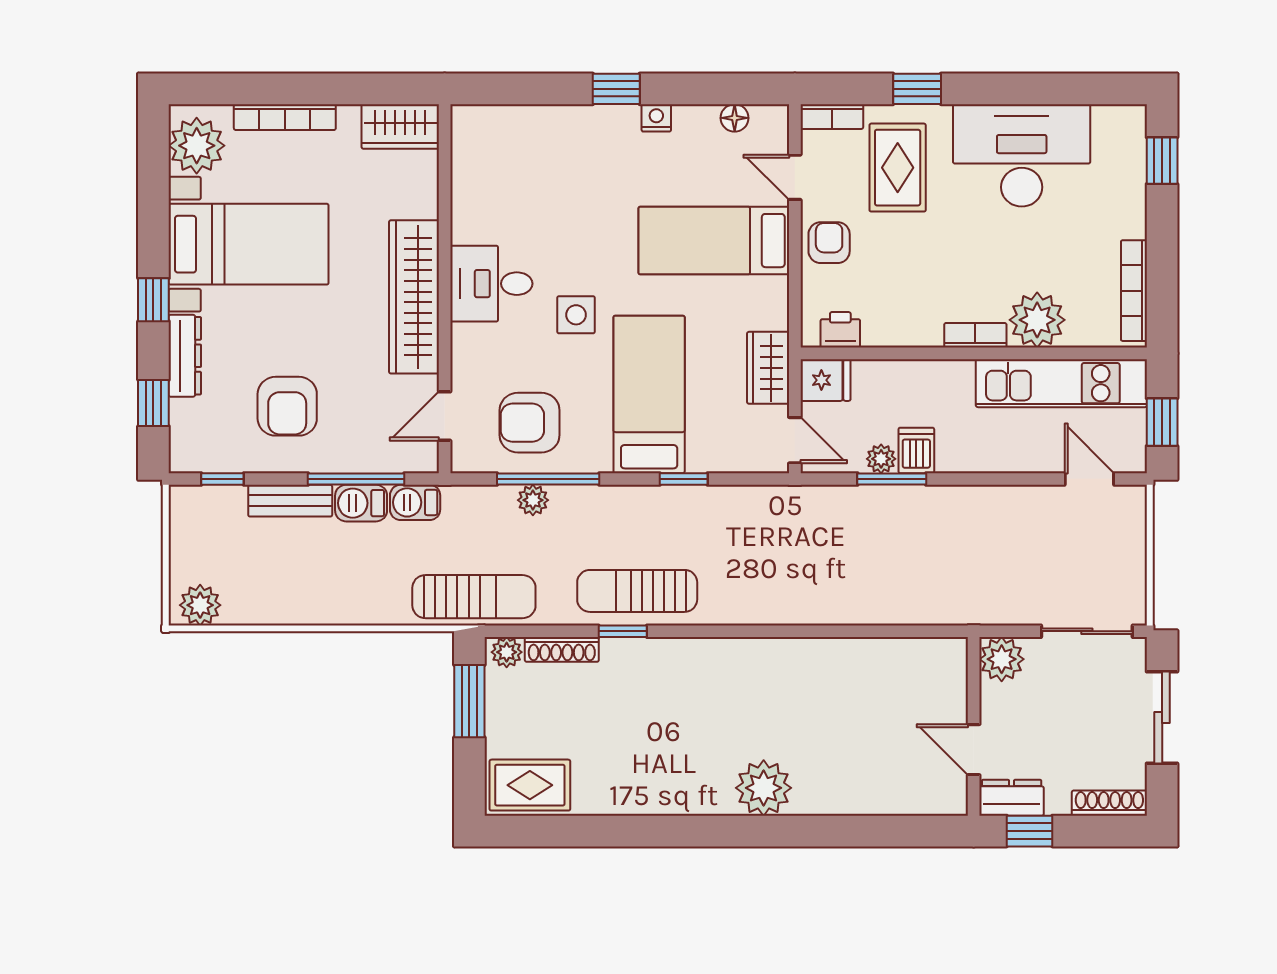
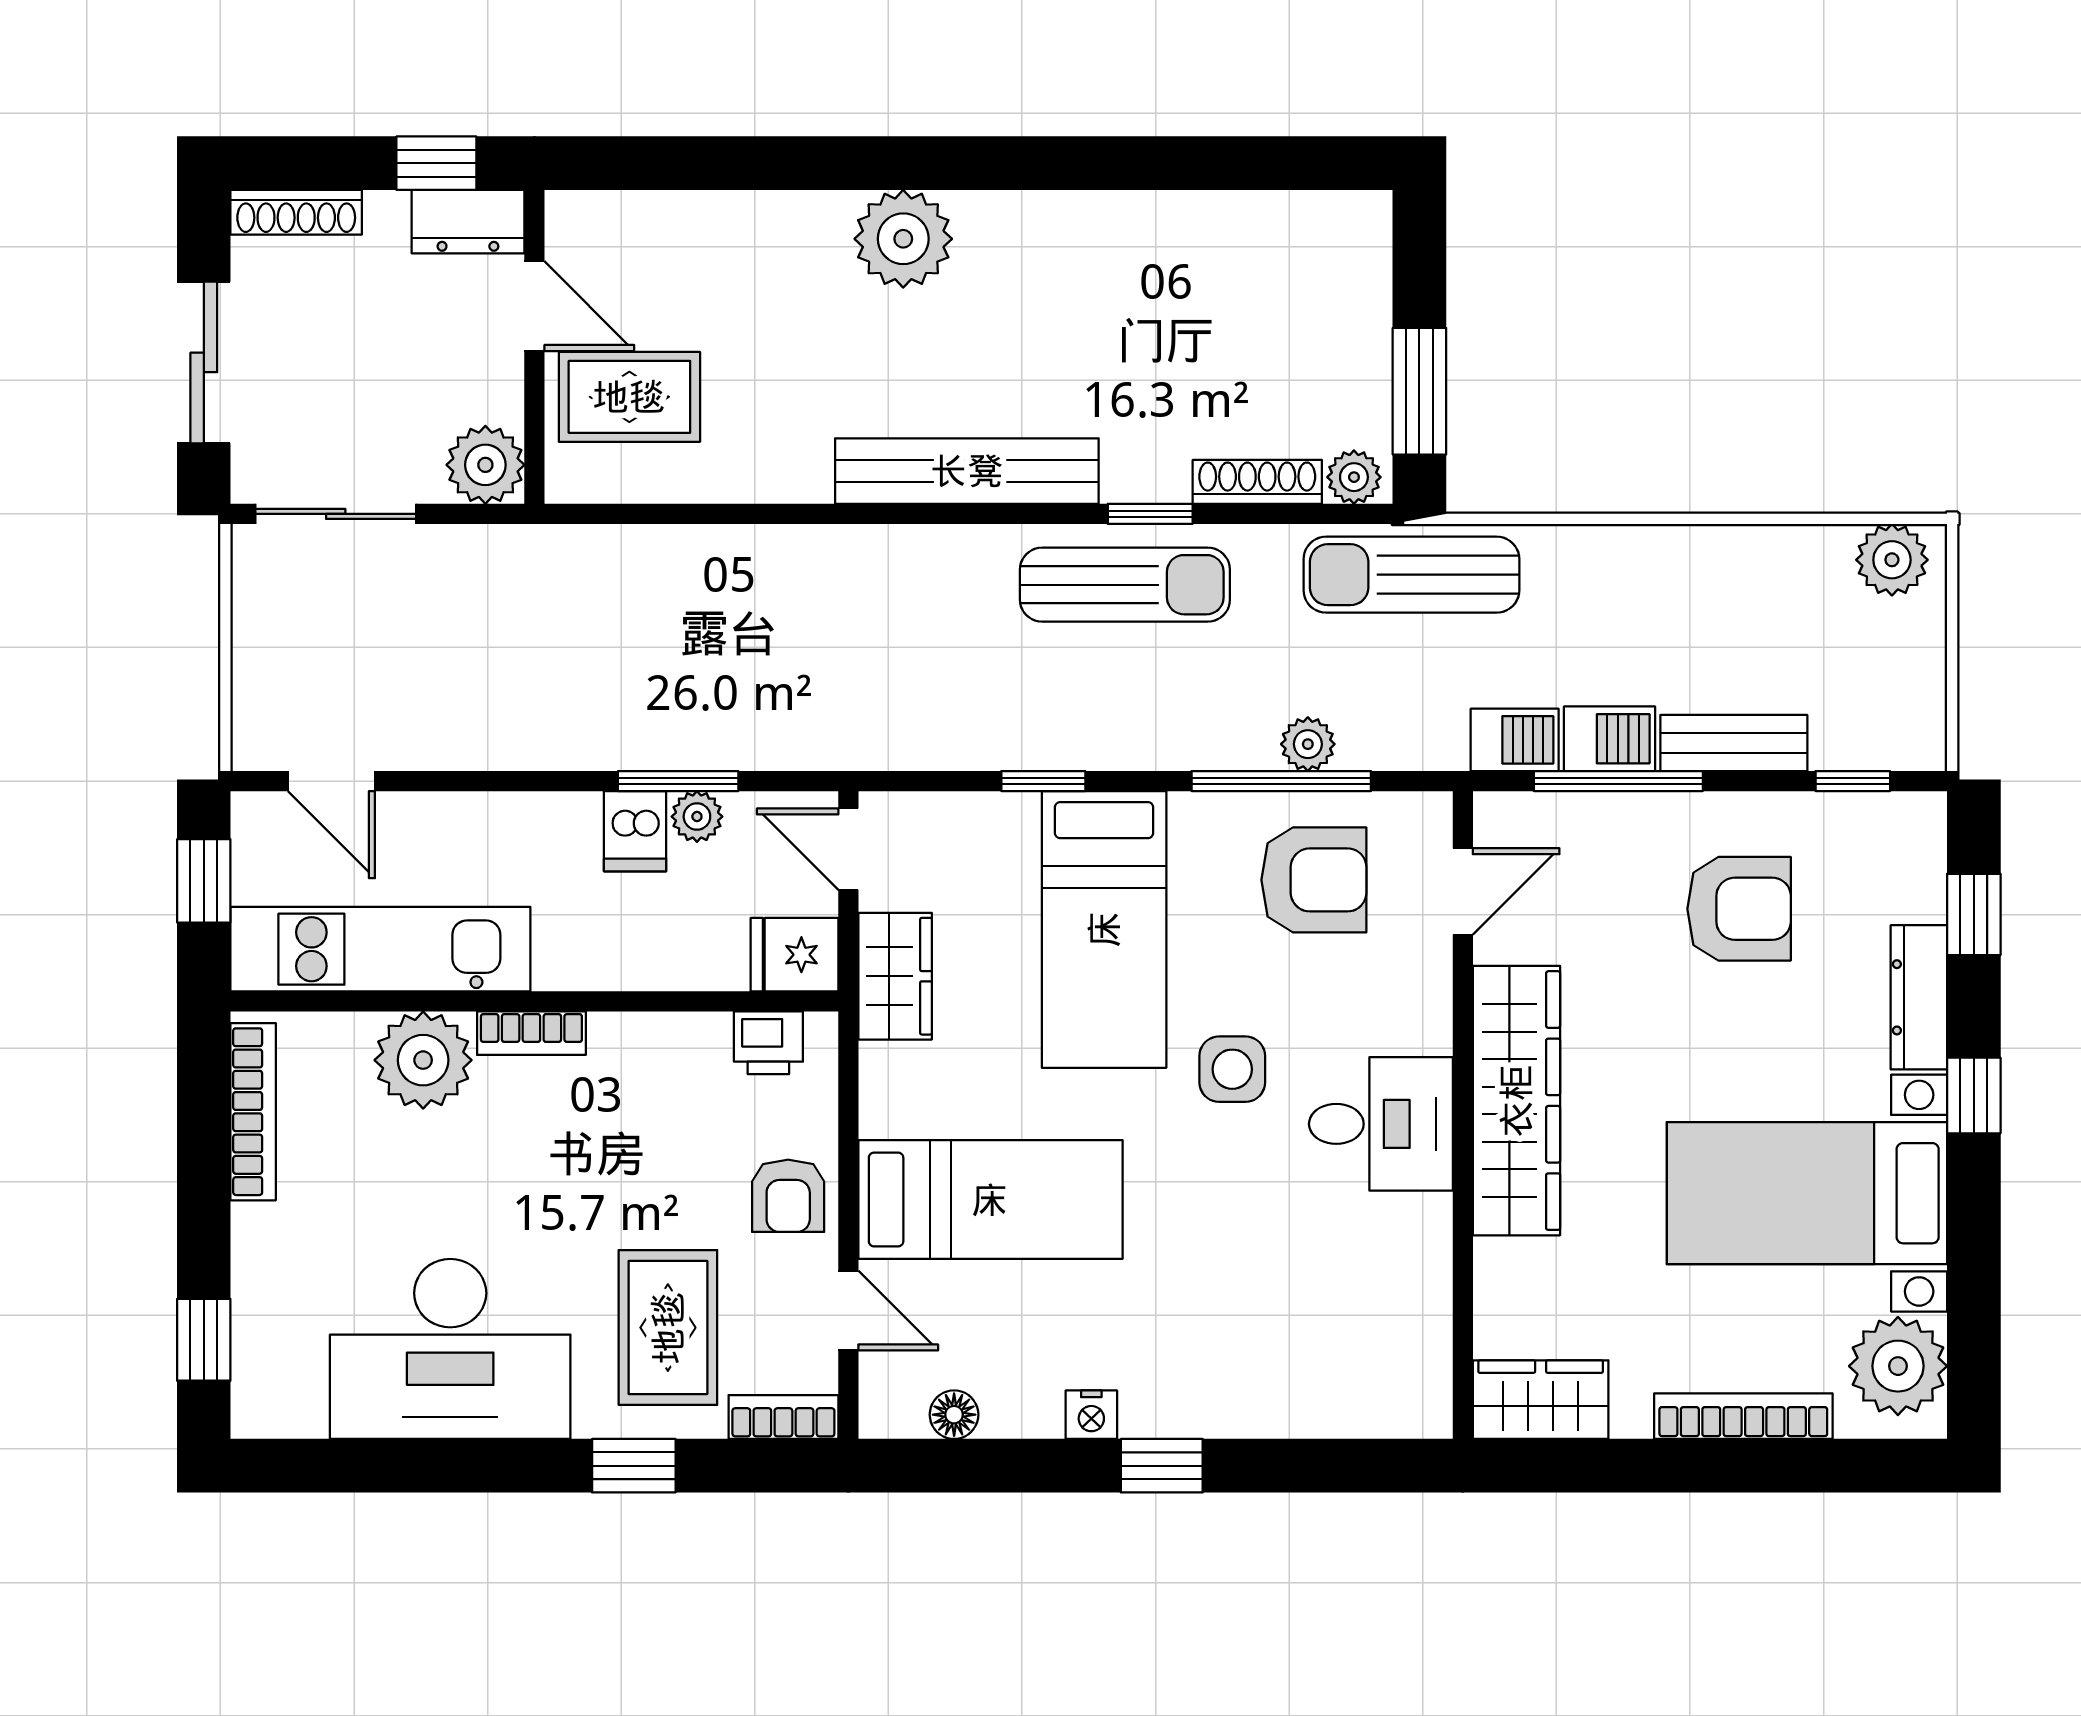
armchair: (287, 406) -> (1739, 909), turned 90
bench: (727, 656) -> (967, 471), added
rug: (530, 785) -> (629, 397), moved

